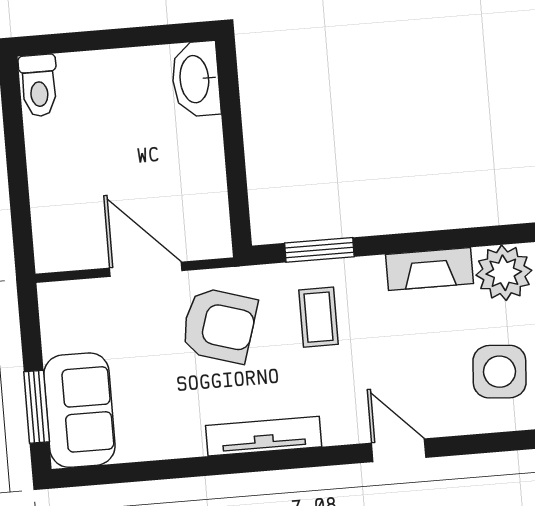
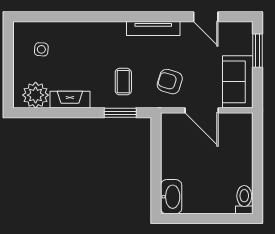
armchair: (219, 325) -> (170, 82), width x0.72, depth x0.72
side table: (500, 372) -> (41, 49), width x0.54, depth x0.54
sofa: (79, 410) -> (238, 82), moved
door: (399, 450) -> (206, 17), moved

